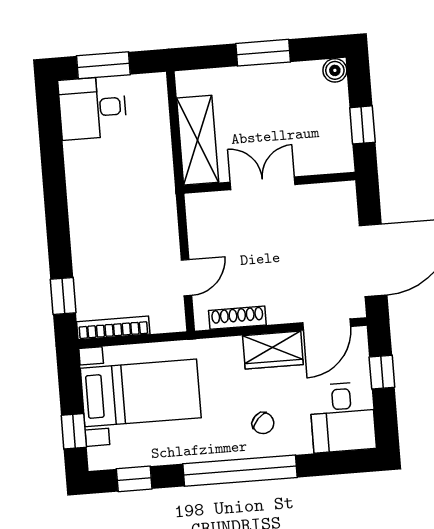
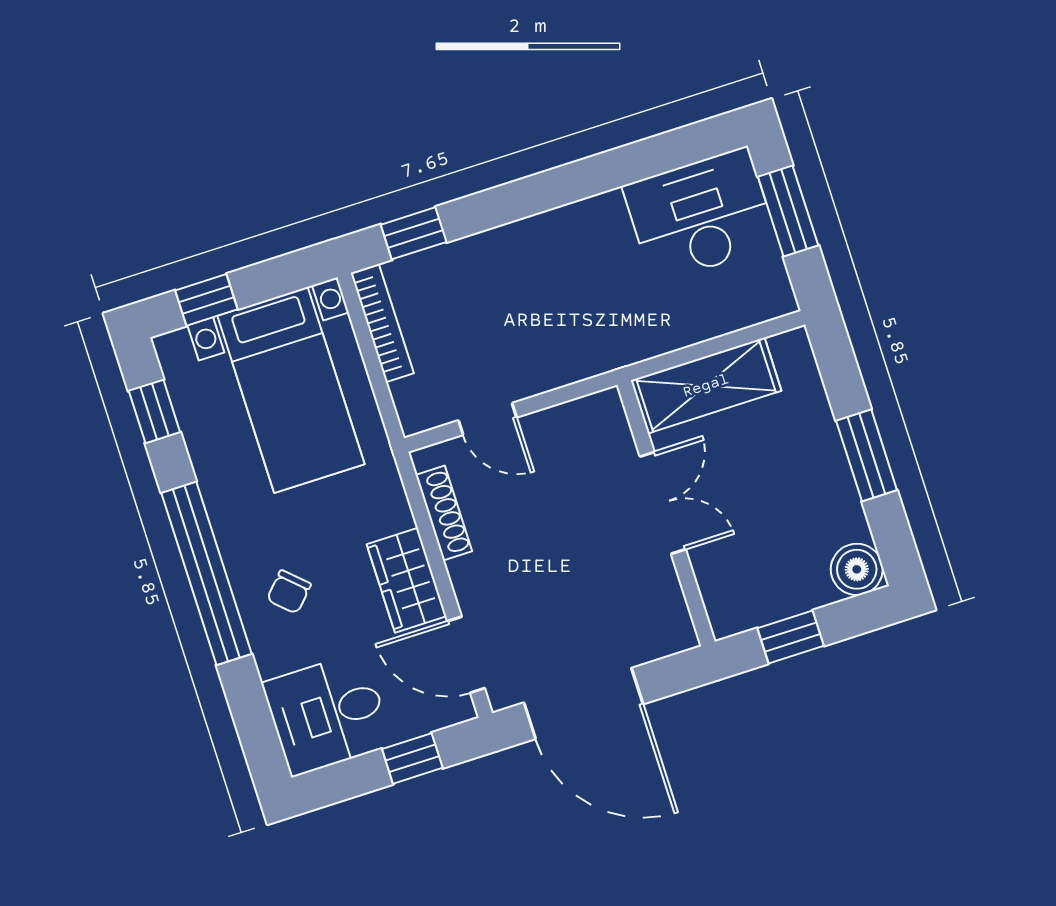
boiler: (335, 70) -> (857, 569), width x1.36, depth x1.36
desk: (93, 108) -> (700, 215), width x1.37

